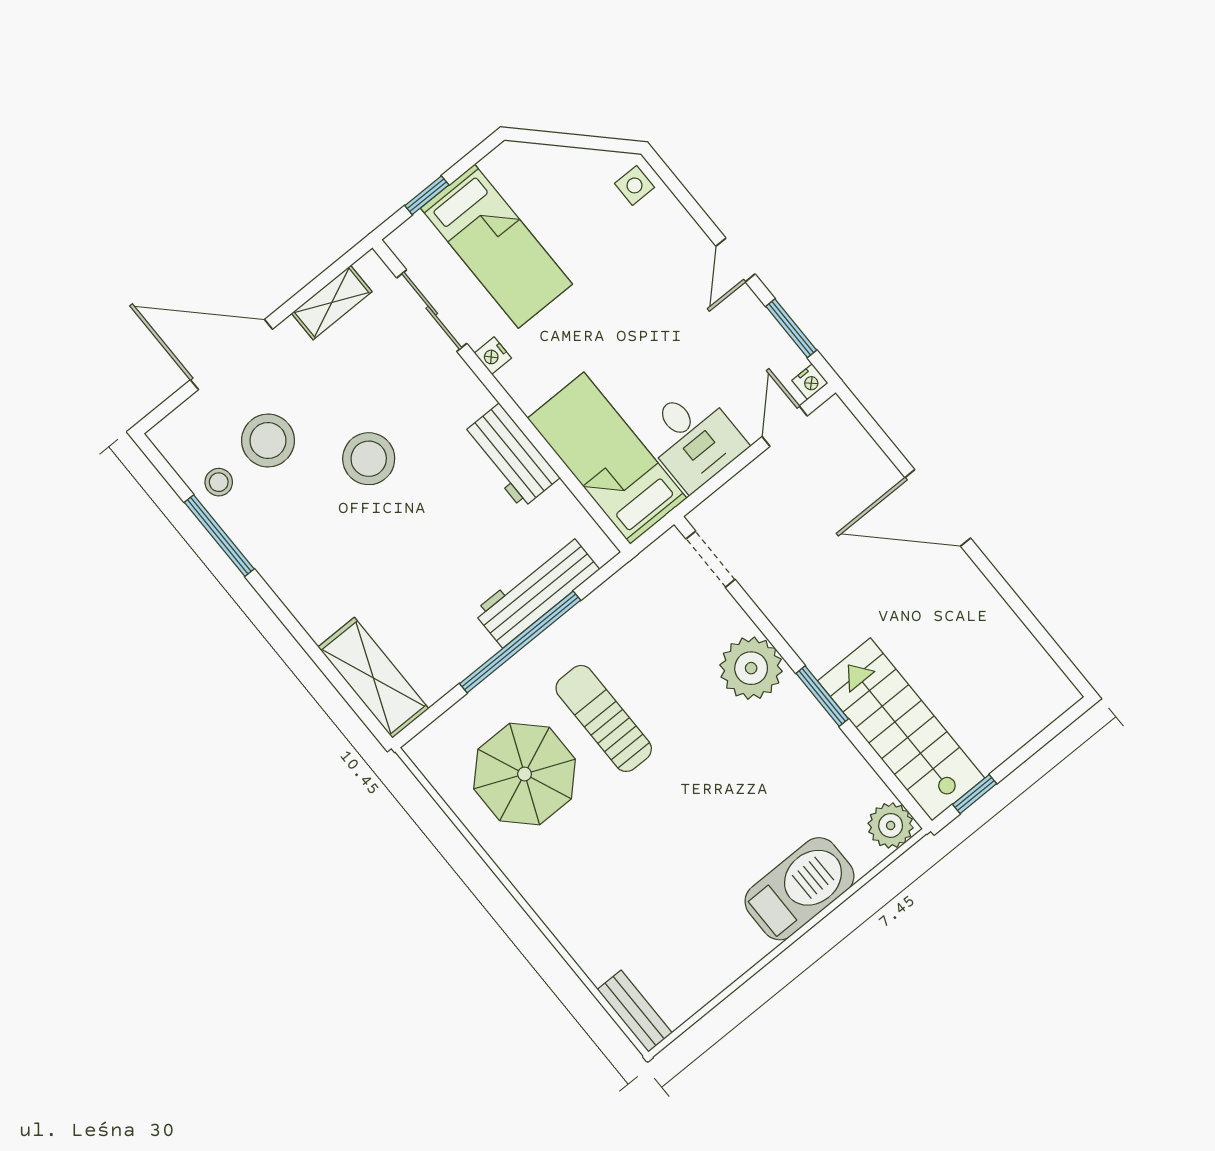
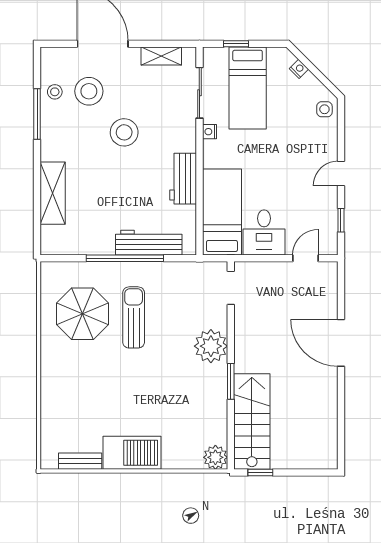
window: (791, 328) -> (341, 220), width x0.67
nightstand: (810, 382) -> (299, 69), moved, turned -135
shelving: (373, 678) -> (53, 193), moved
barbecue: (799, 889) -> (132, 453), moved
bench: (635, 1011) -> (80, 461), moved, turned 90

